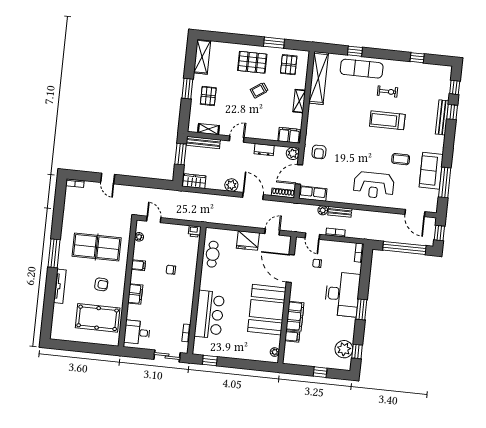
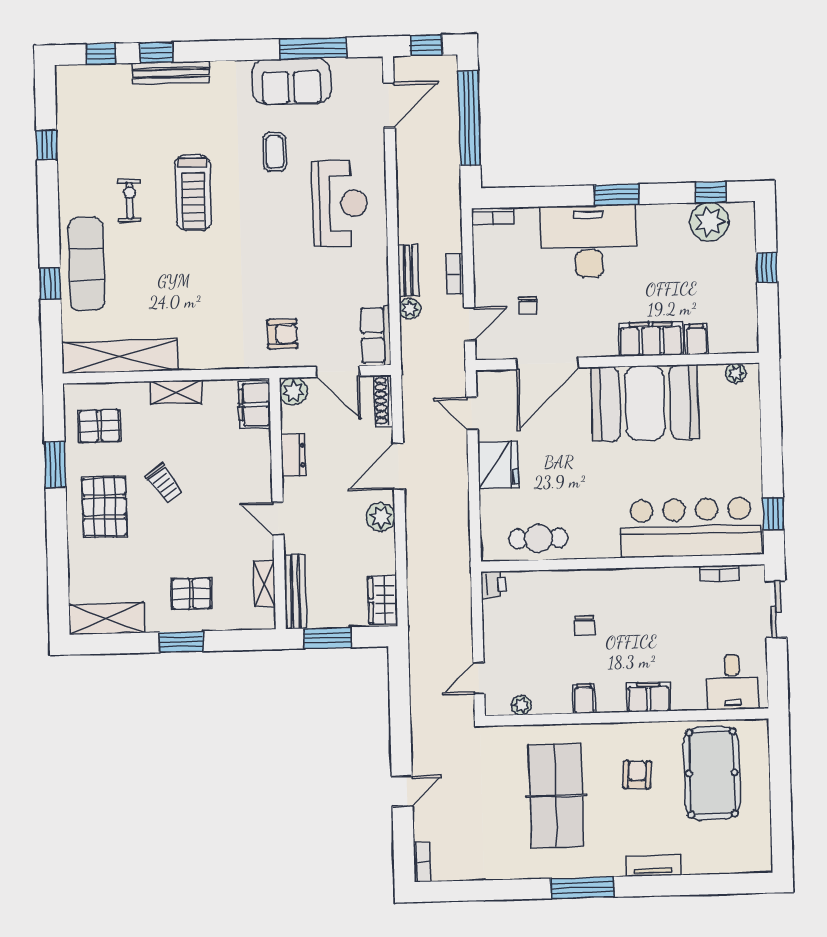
tv unit: (60, 286) -> (653, 866), width x0.71
bar counter: (209, 314) -> (691, 527), width x1.36

